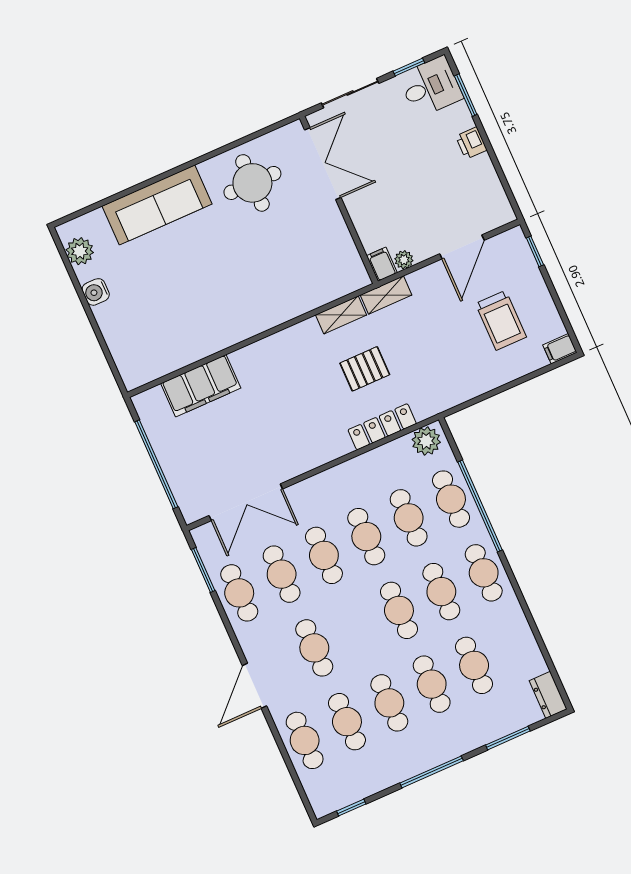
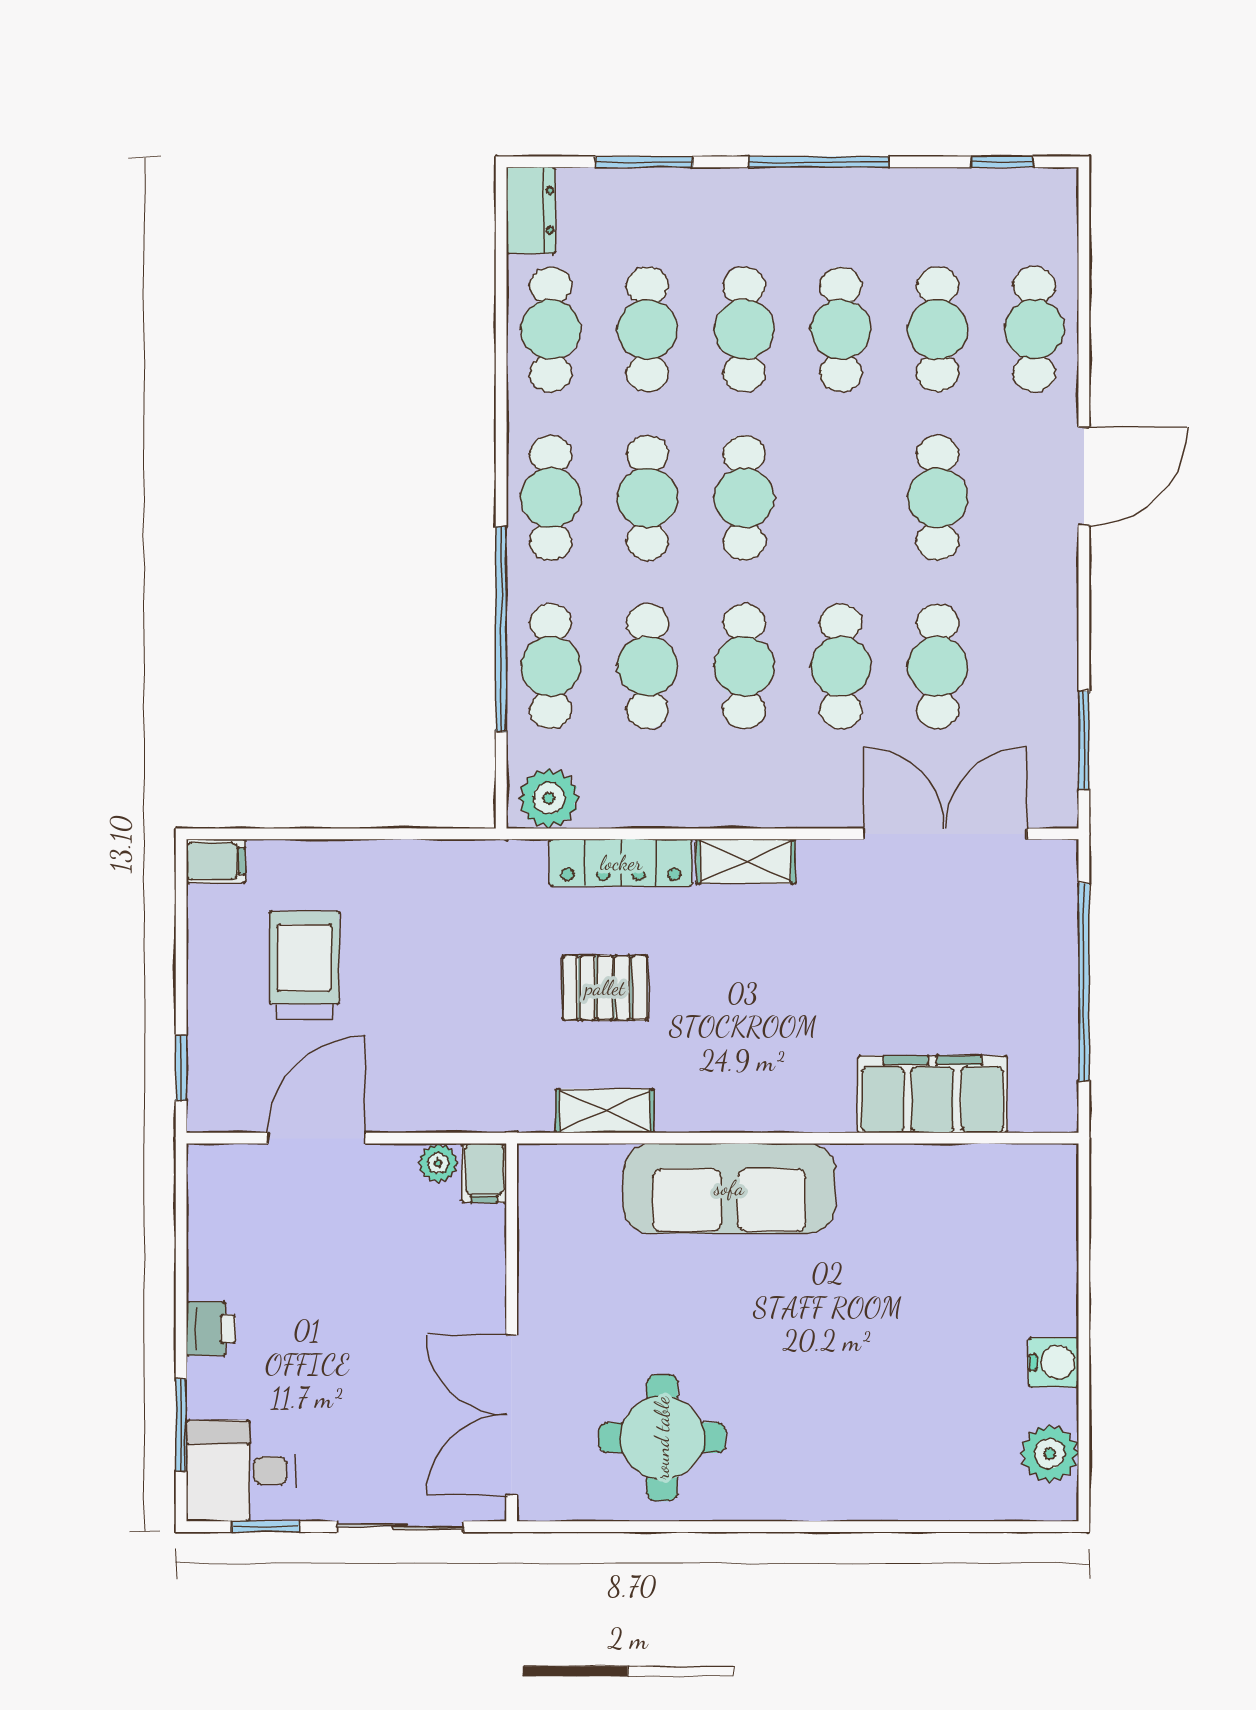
sofa: (157, 205) -> (729, 1188), moved, turned 180
shelving: (386, 295) -> (746, 861), moved
cafe table: (239, 593) -> (551, 329), moved

